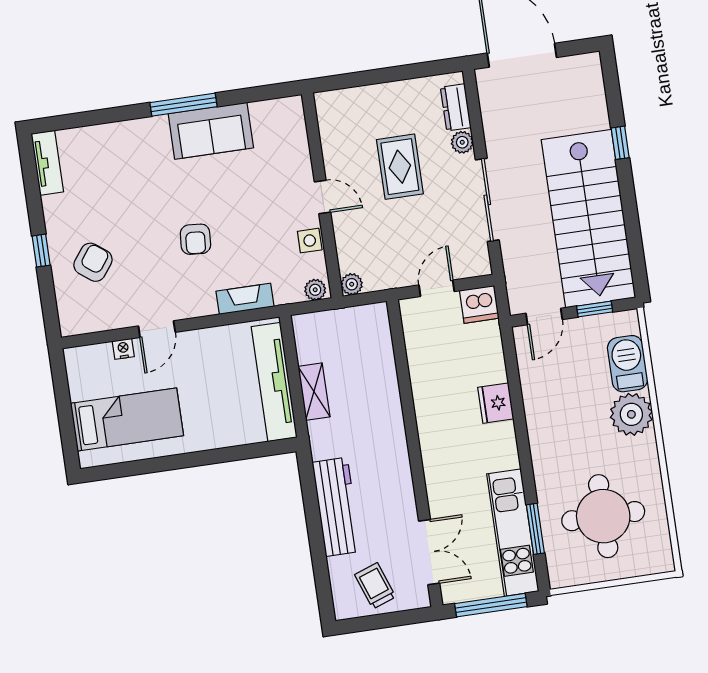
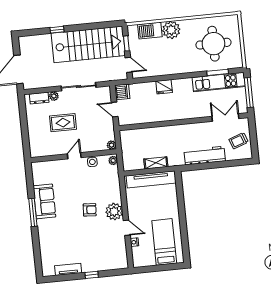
tv unit: (47, 163) -> (68, 269), moved
armchair: (93, 262) -> (97, 253), removed
plant: (194, 298) -> (114, 212), added
fireplace: (245, 299) -> (116, 190), removed

